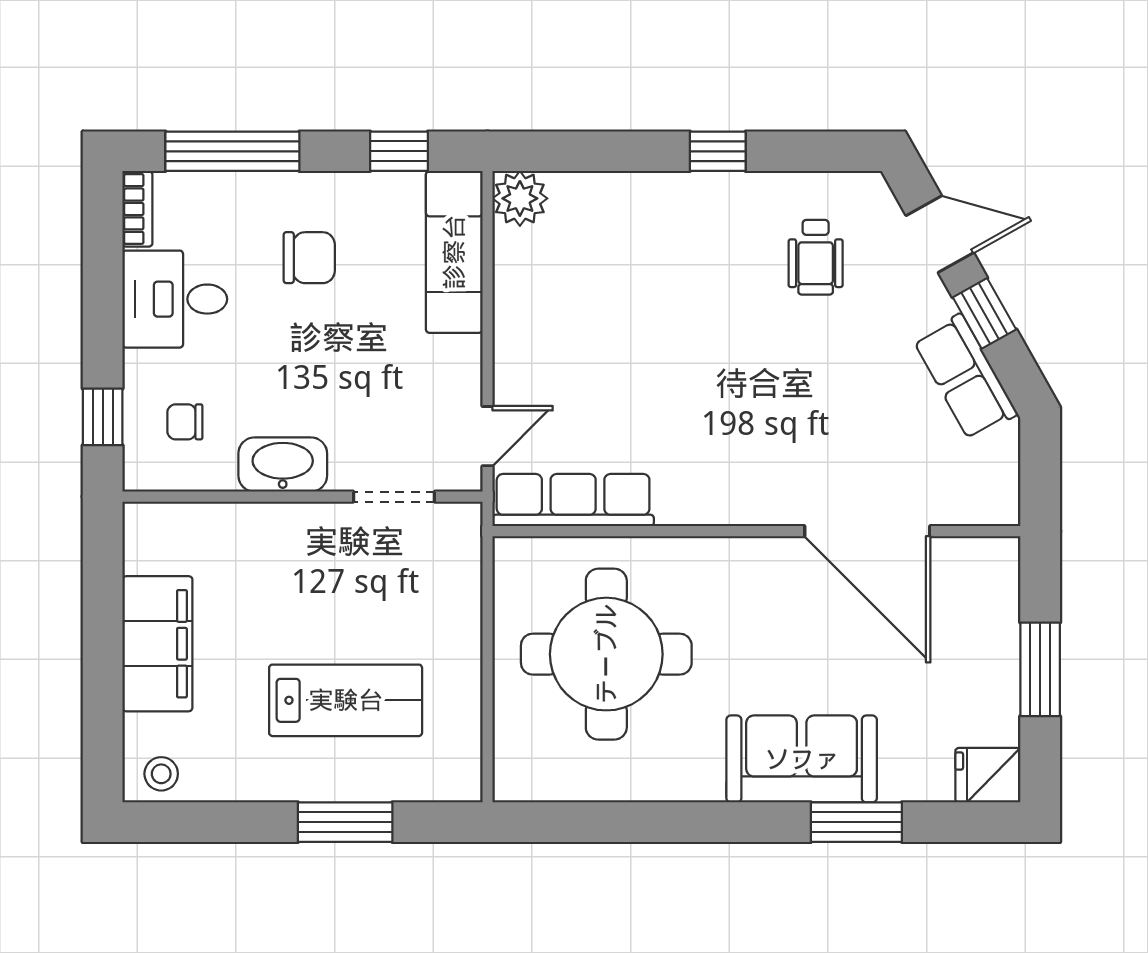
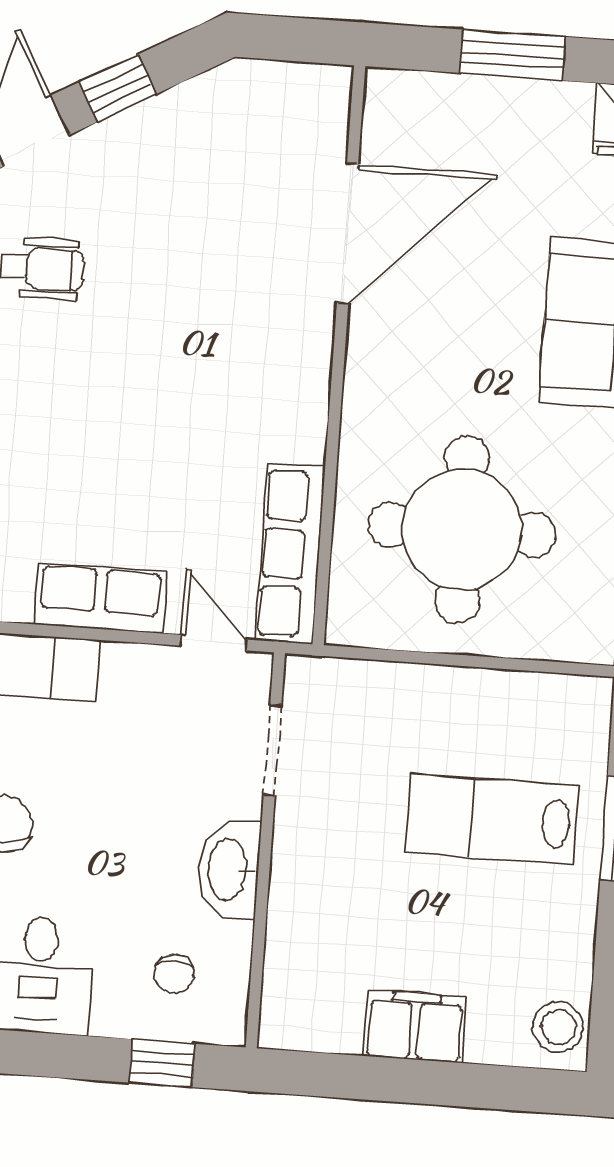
row of seats: (965, 377) -> (100, 598), moved, turned -151
filing cabinet: (157, 644) -> (415, 1027), width x0.67, depth x0.86
lab bench: (346, 700) -> (492, 819), turned -90
stool: (161, 774) -> (558, 1027), width x1.37, depth x1.37

